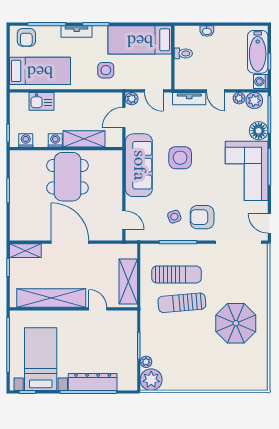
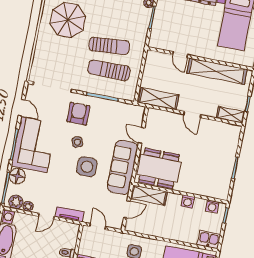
door: (216, 91) -> (46, 216), swing flipped
plant: (132, 99) -> (117, 224), removed
kitchen sink: (42, 101) -> (209, 239), moved
shelving: (84, 139) -> (149, 195), moved
dining table: (68, 177) -> (159, 168), moved, turned 90
side table: (174, 217) -> (77, 142), moved
armchair: (202, 217) -> (78, 114), turned -90
door: (124, 220) -> (142, 135), moved
door: (269, 224) -> (22, 108), moved
door: (70, 242) -> (192, 115), width x0.53
shelving: (128, 281) -> (159, 99), moved, turned 90

